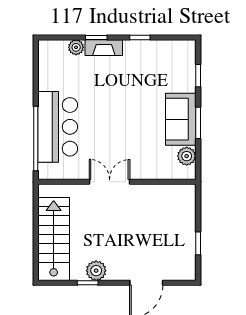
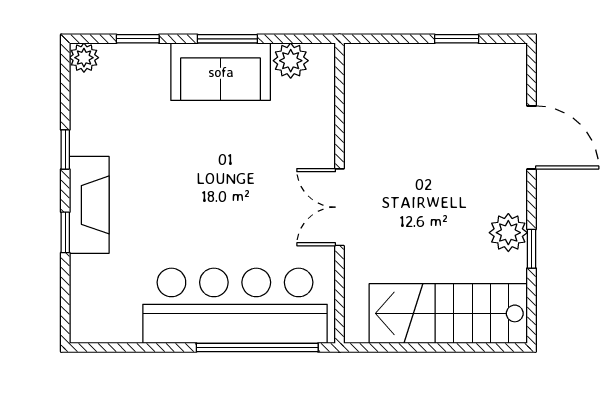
plant: (76, 47) -> (84, 58), moved
fireplace: (104, 48) -> (89, 205), width x1.37, depth x1.32
bar counter: (58, 127) -> (235, 306), width x1.36

